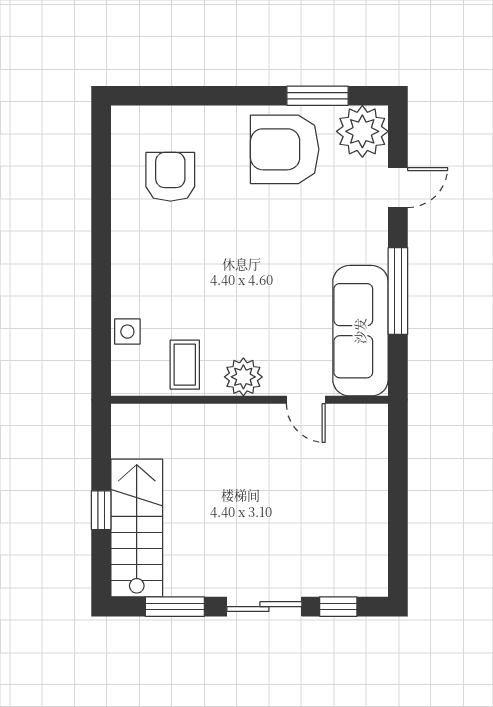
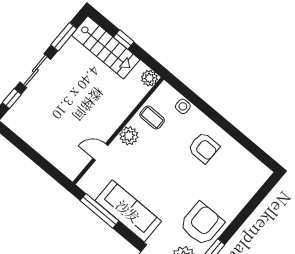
armchair: (170, 177) -> (204, 148), moved
window: (398, 291) -> (99, 211), moved
sofa: (360, 331) -> (128, 211), moved
plant: (127, 420) -> (149, 78), added

